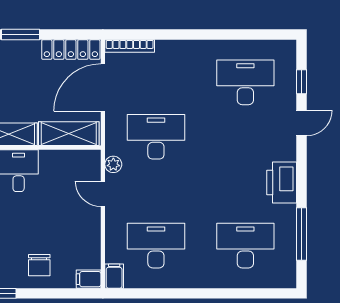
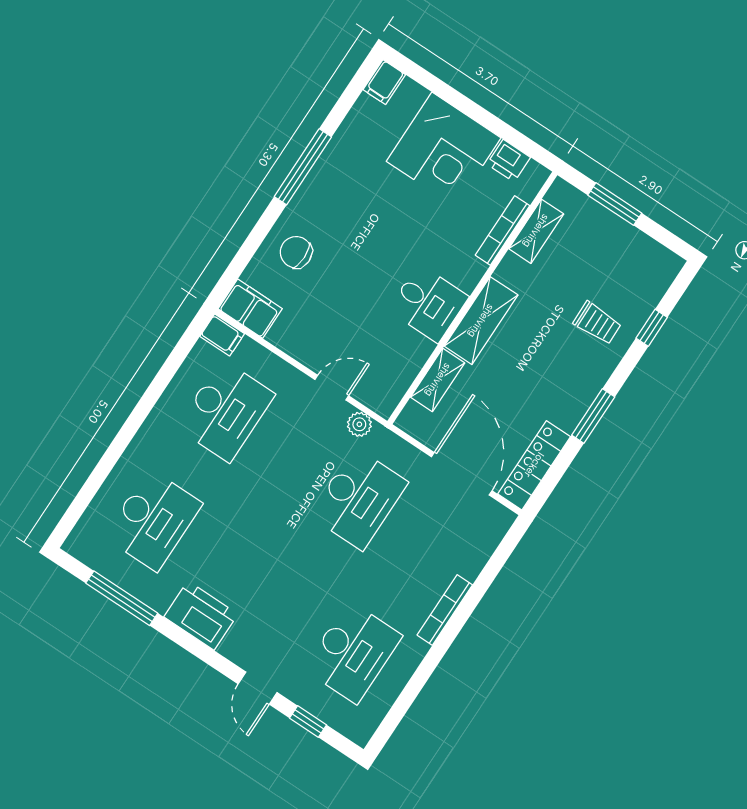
bookcase: (130, 46) -> (445, 610), moved
shelving: (69, 134) -> (438, 380), width x0.67, depth x0.75
filing cabinet: (89, 279) -> (250, 309), width x2.00

